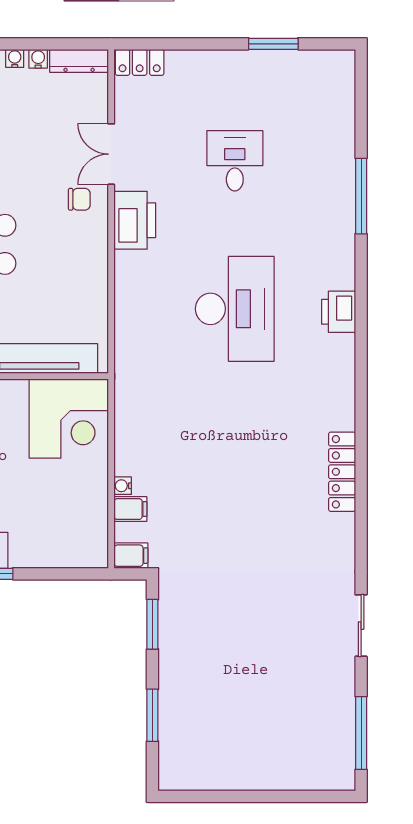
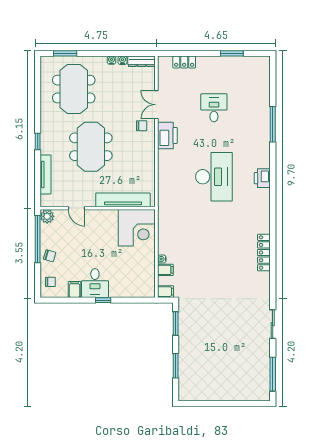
locker: (140, 62) -> (184, 62), moved

